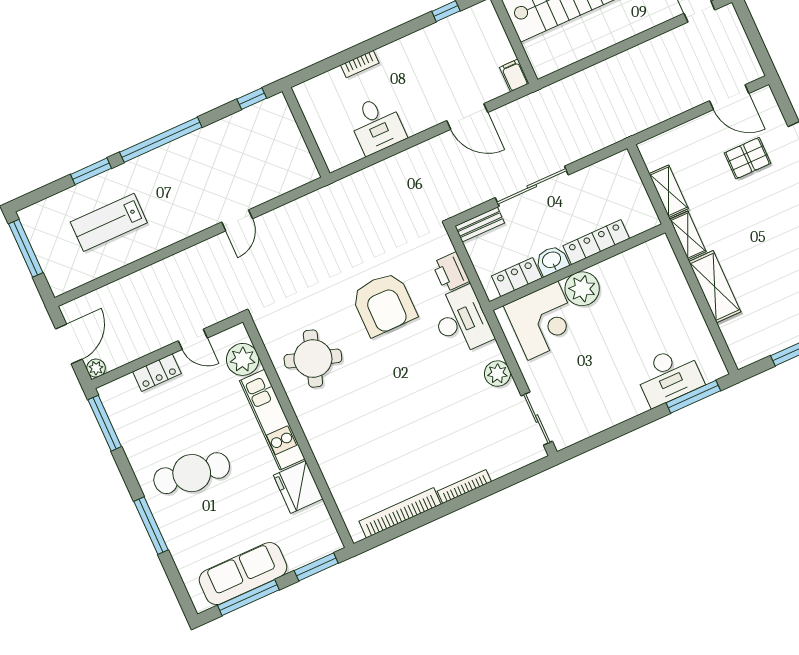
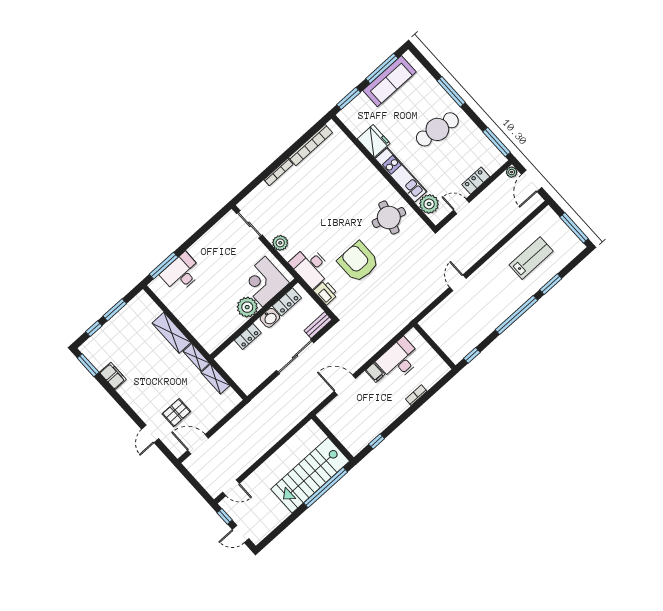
filing cabinet: (514, 75) -> (375, 372), moved
desk: (377, 125) -> (399, 360), width x1.37
locker: (596, 242) -> (248, 336), width x0.66

